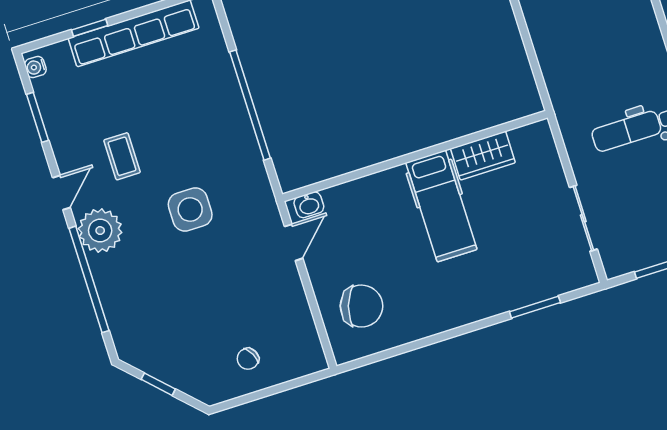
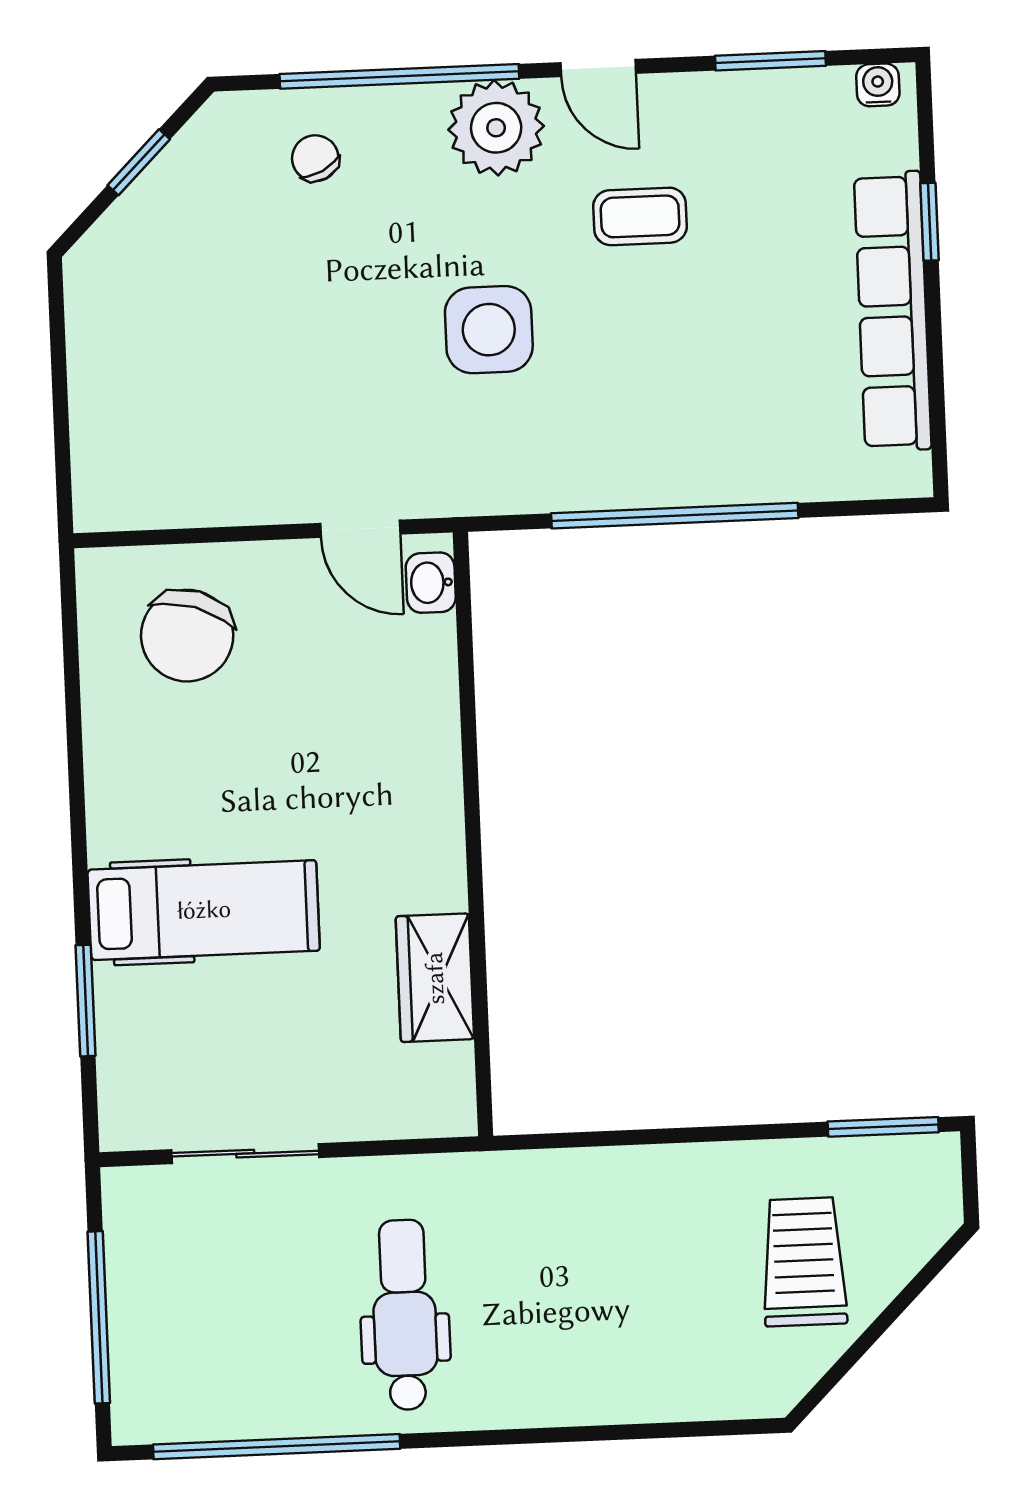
hospital bed: (441, 206) -> (204, 910), moved, turned 180
chair: (248, 359) -> (315, 158), moved

